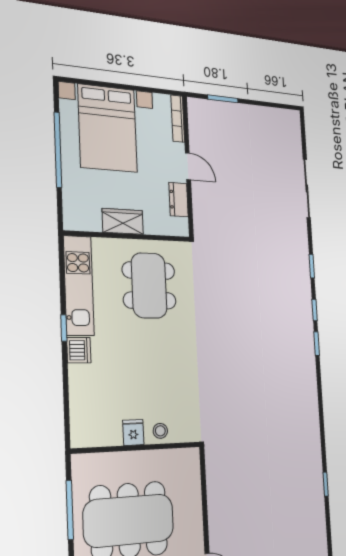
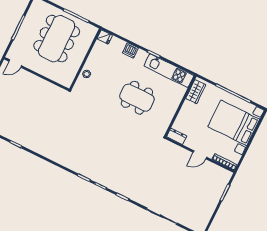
dresser: (179, 200) -> (177, 136), moved
wardrobe: (123, 221) -> (196, 92), moved
dining table: (149, 285) -> (137, 98), moved
dishwasher: (79, 350) -> (130, 50), moved
fridge: (133, 432) -> (105, 37), moved

